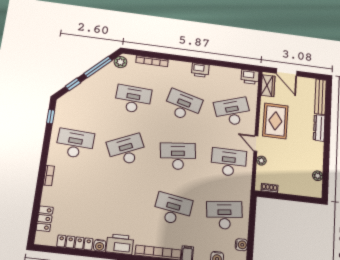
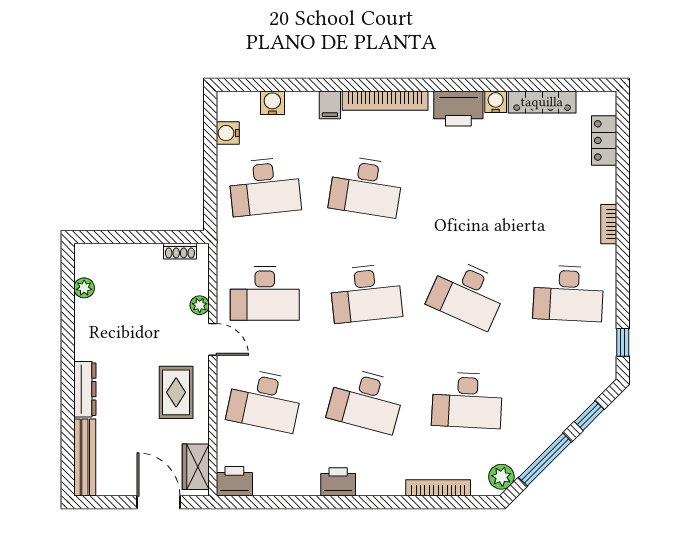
desk: (233, 112) -> (265, 400), turned 30
rug: (275, 121) -> (176, 392), width x0.73, depth x0.70
desk: (127, 150) -> (467, 293), turned 48

